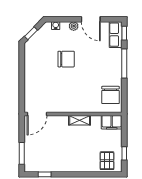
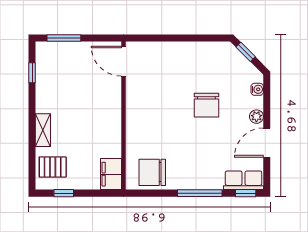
shelving: (80, 120) -> (43, 130), moved

